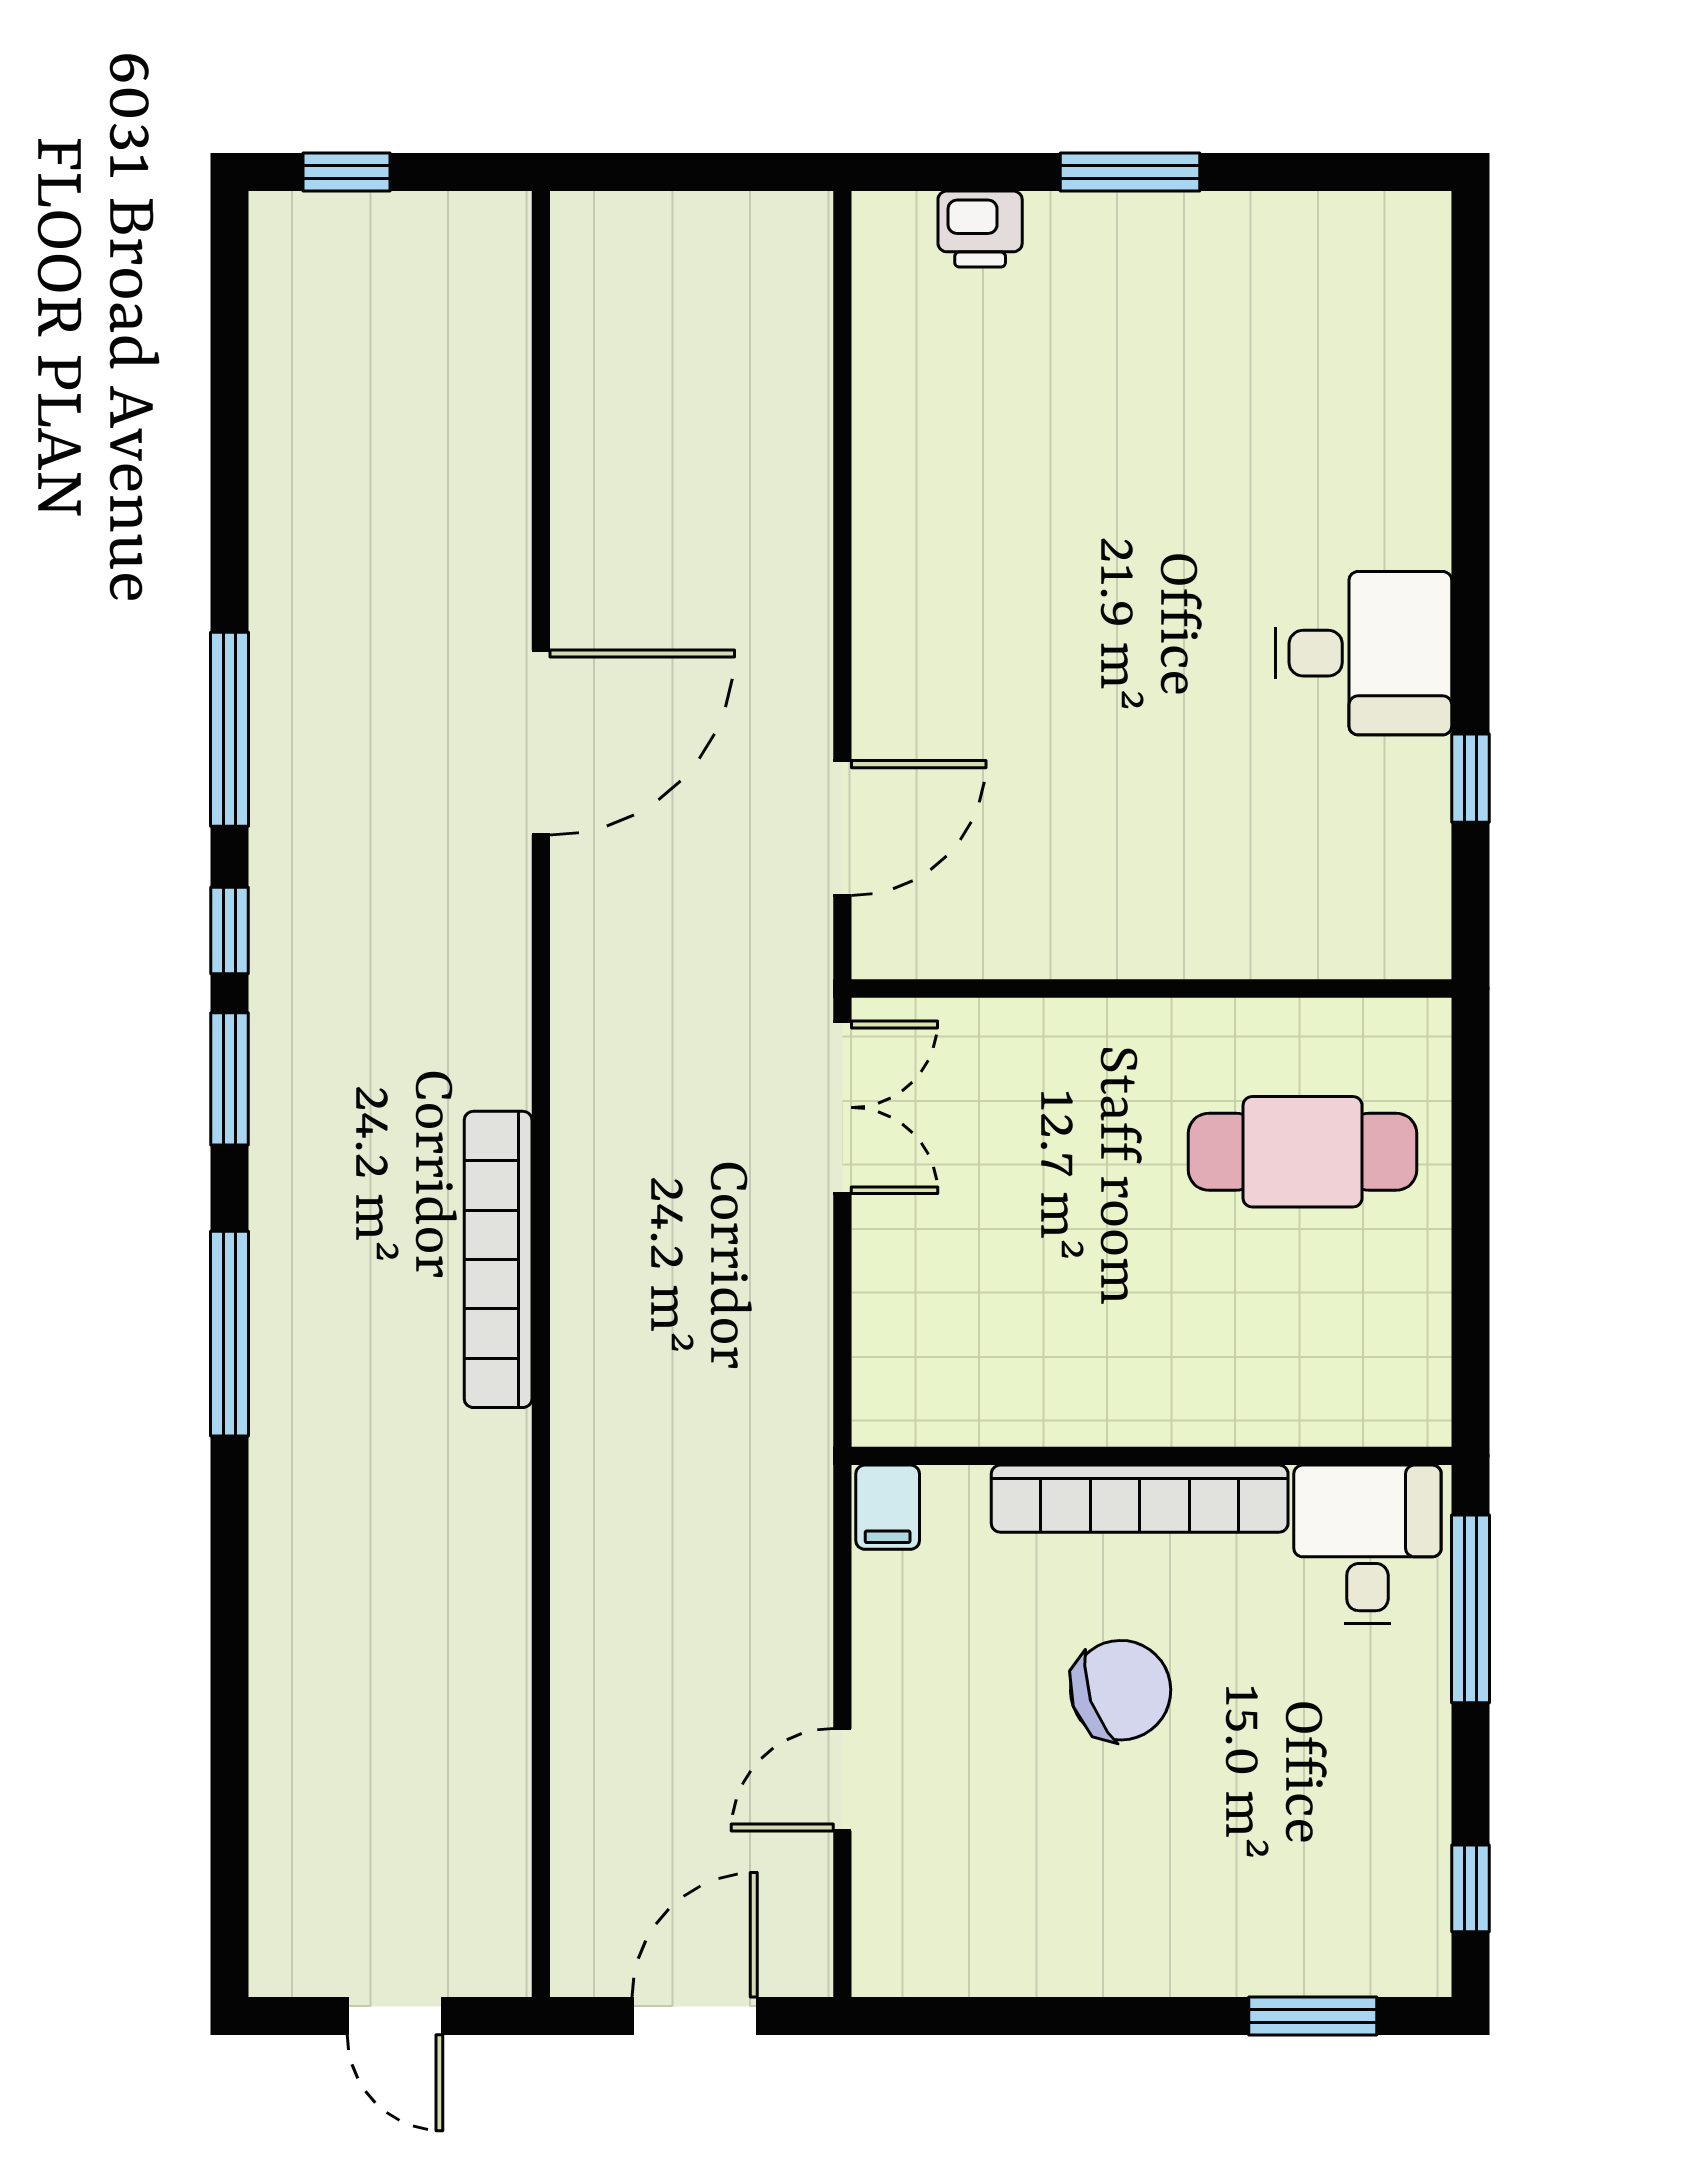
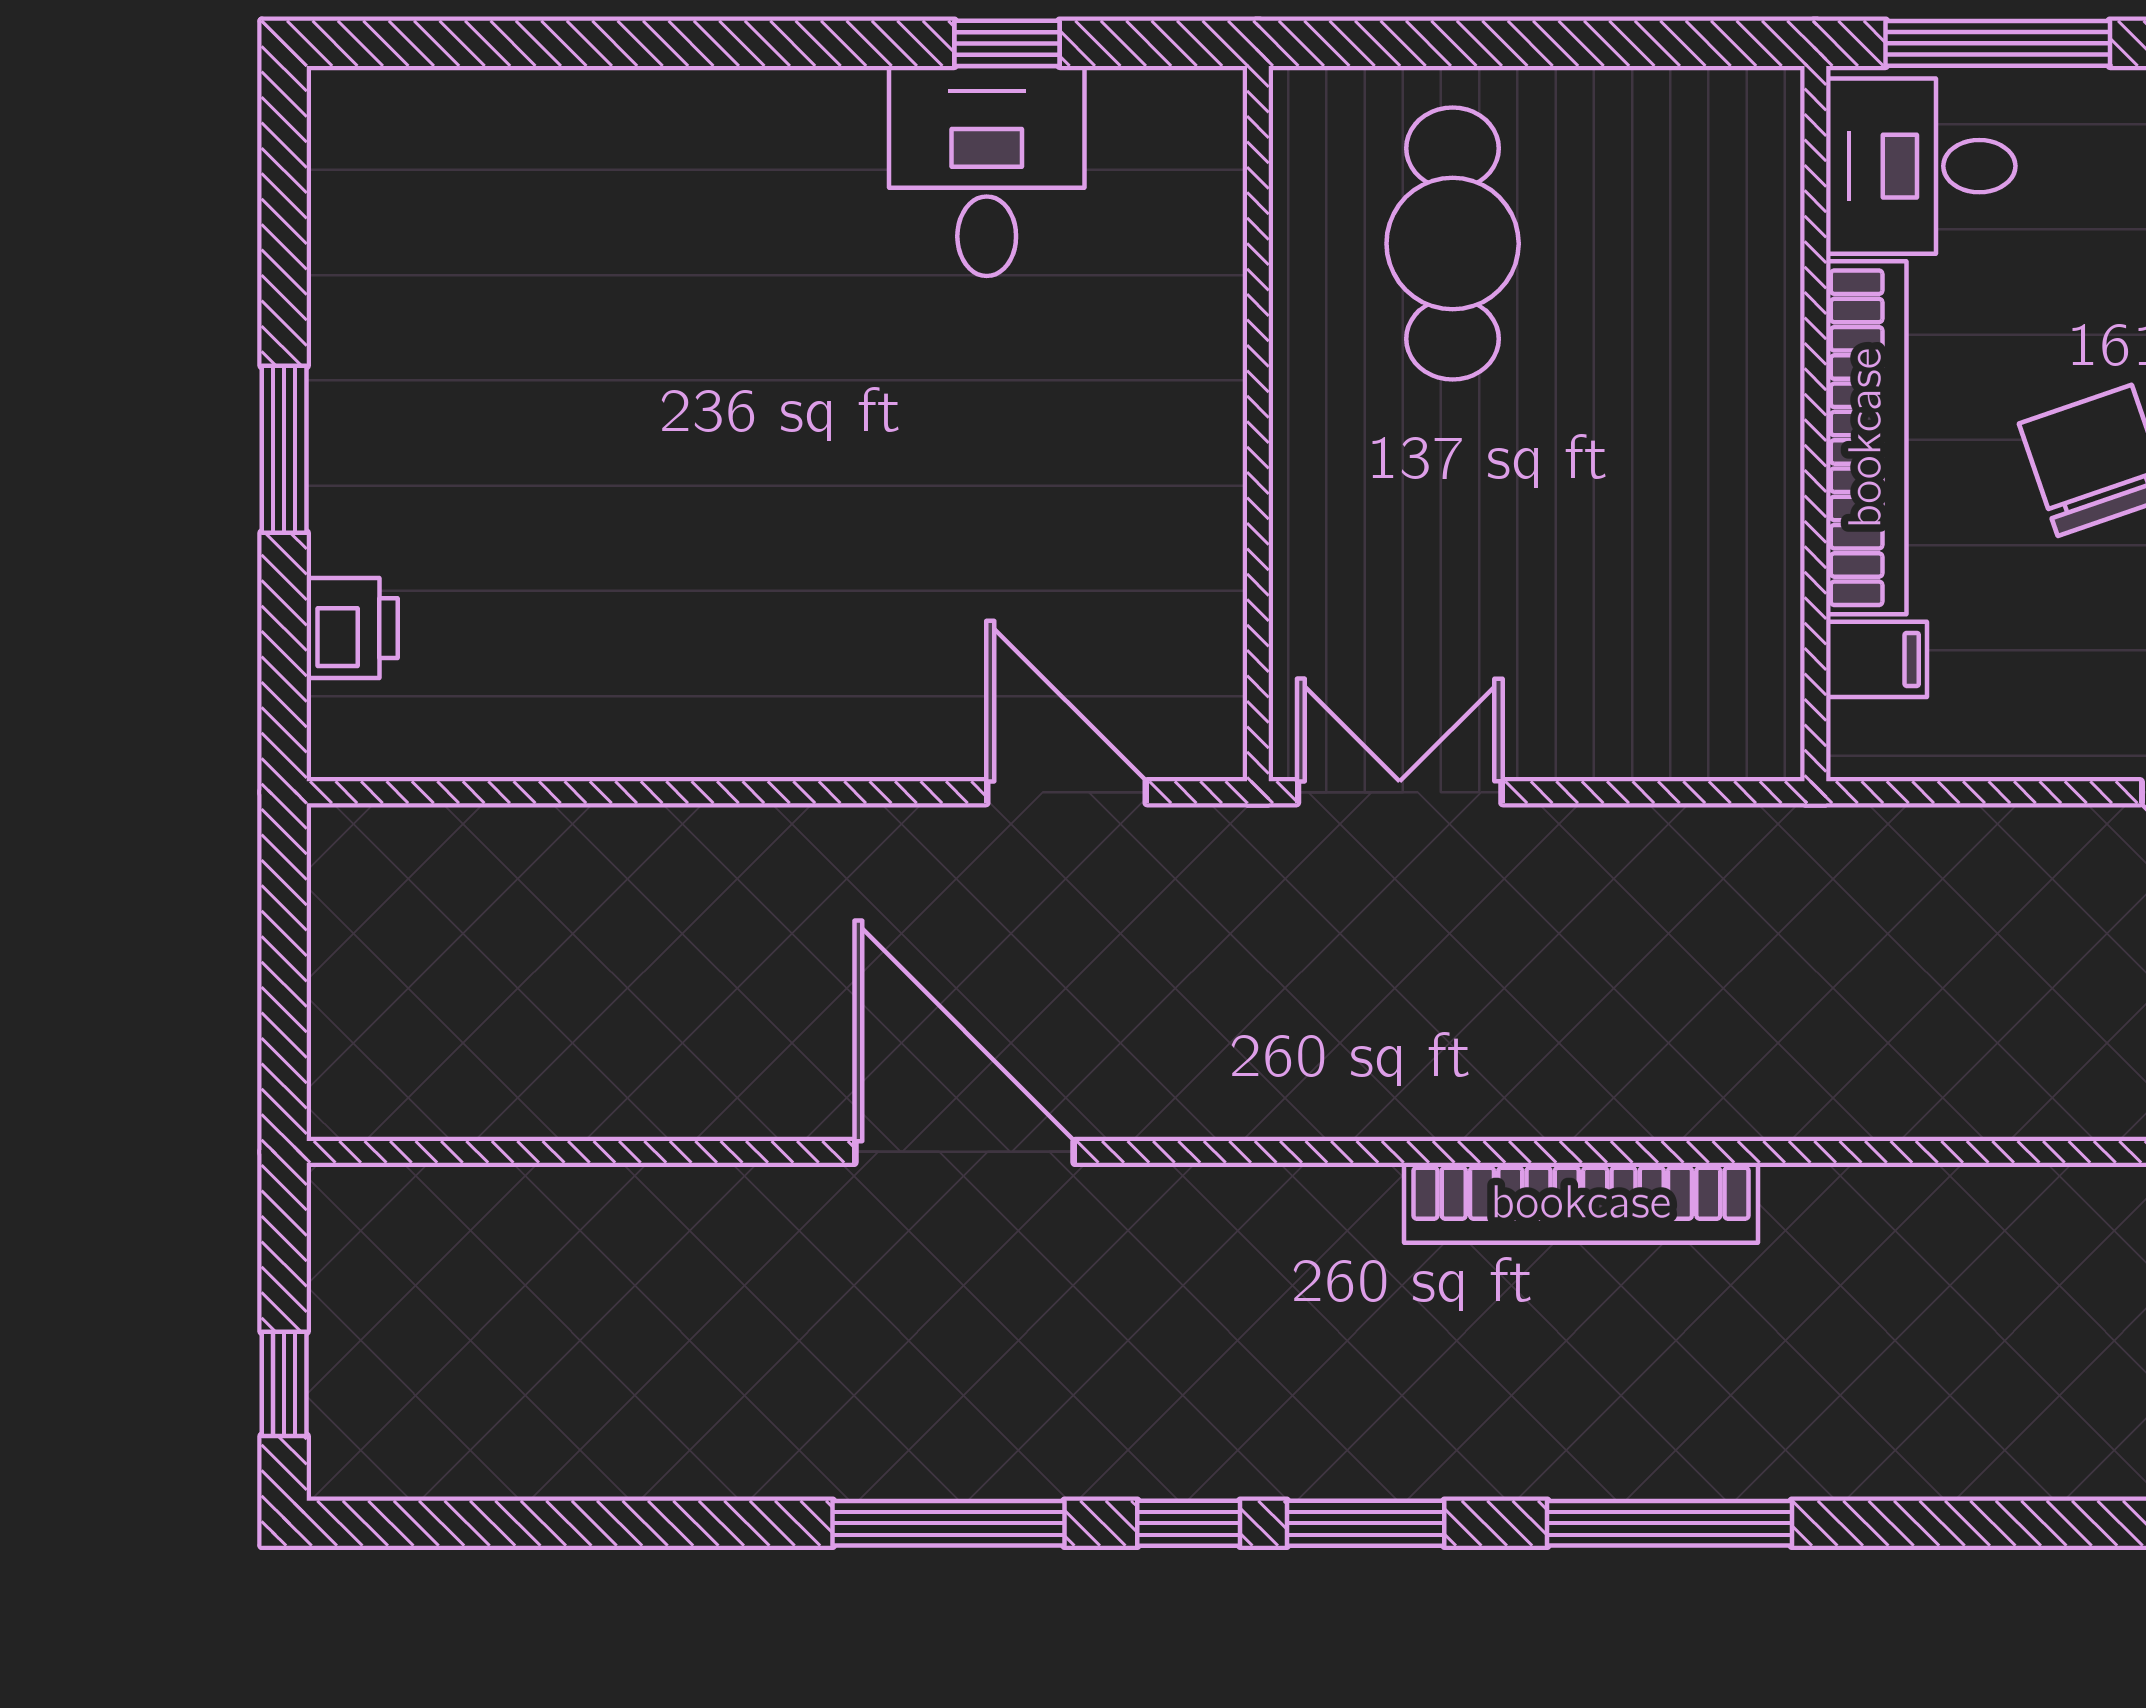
desk: (1363, 653) -> (987, 171), moved
filing cabinet: (888, 1507) -> (1876, 659), moved

